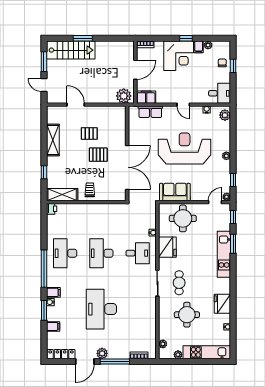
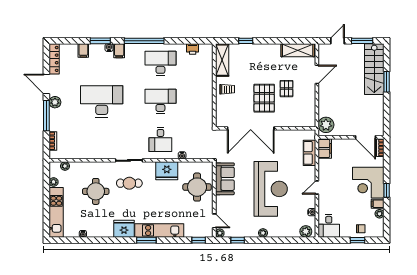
door: (135, 70) -> (365, 137), moved
shelving: (53, 140) -> (298, 50), moved
pallet: (98, 155) -> (264, 98), width x1.50, depth x1.42
printer: (52, 209) -> (193, 49), moved
window: (233, 244) -> (146, 240), moved
fridge: (222, 304) -> (124, 229), moved

